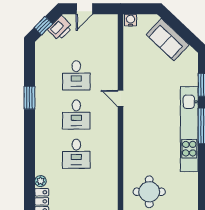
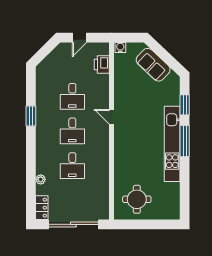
window: (43, 26) -> (43, 52), removed
printer: (60, 28) -> (102, 64), moved, turned 135
plant: (40, 181) -> (41, 179), moved

